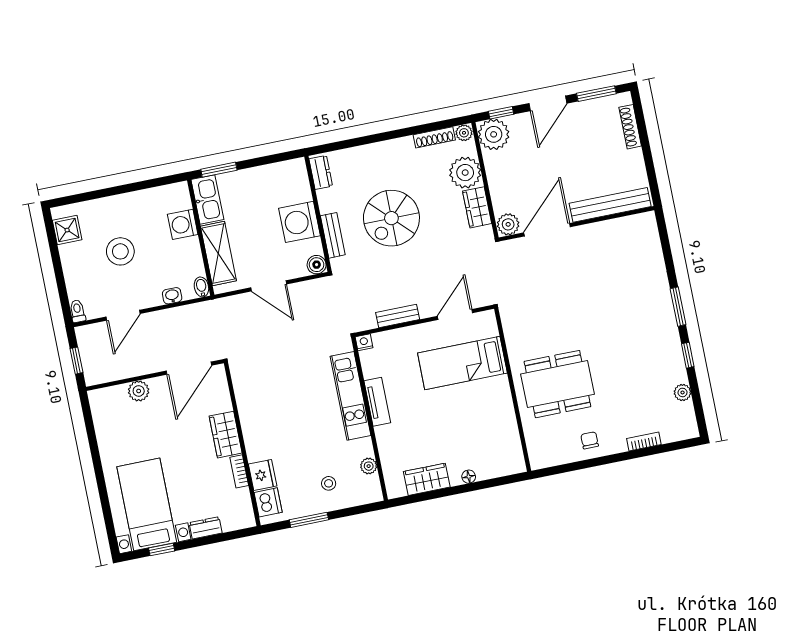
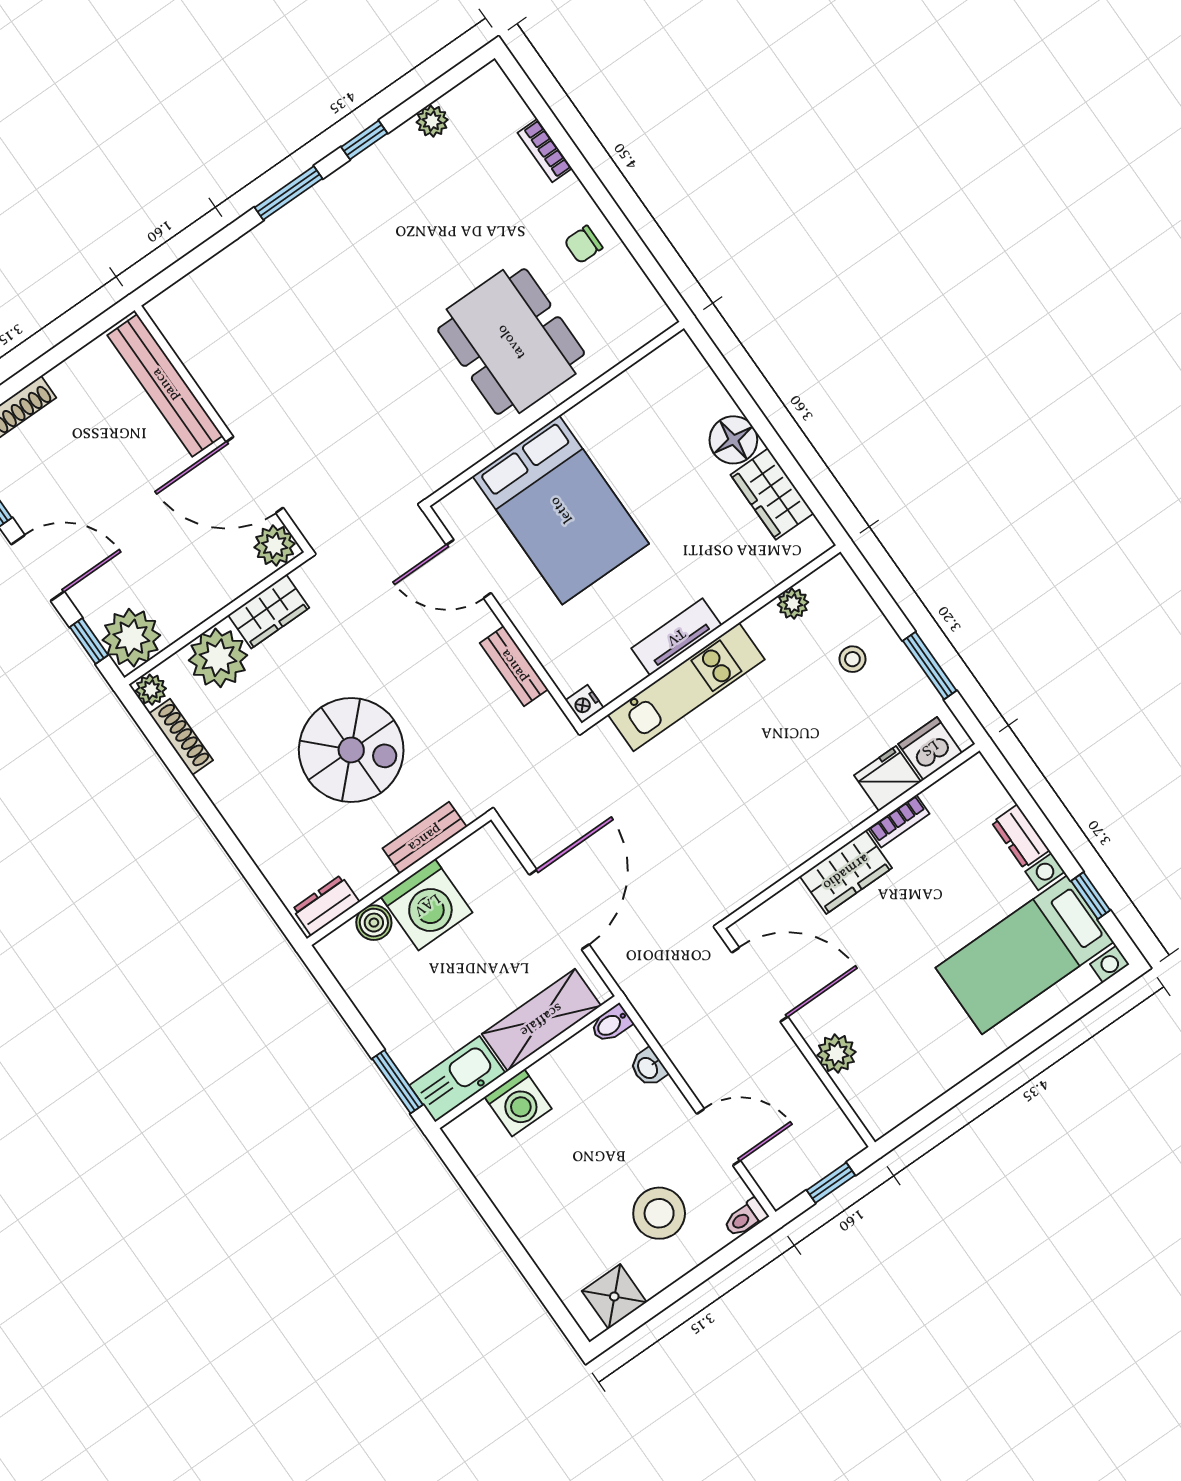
stool: (120, 251) -> (659, 1213), moved
boiler: (317, 265) -> (374, 923), moved
door: (269, 286) -> (559, 910), width x1.36
bed: (462, 363) -> (561, 510), width x1.50
floor lamp: (469, 477) -> (733, 440), width x1.89, depth x1.89

